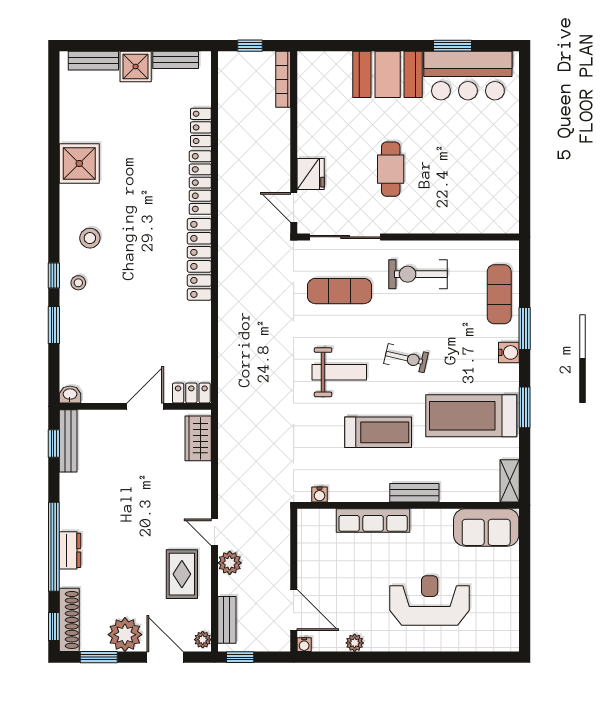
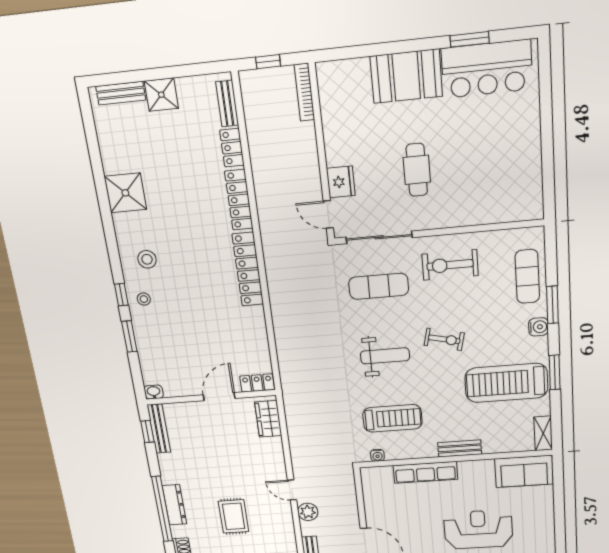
bench: (176, 60) -> (227, 104), moved, turned 90
treadmill: (378, 432) -> (392, 418), moved
dresser: (70, 550) -> (175, 505), width x1.44
rug: (182, 574) -> (234, 516), moved

